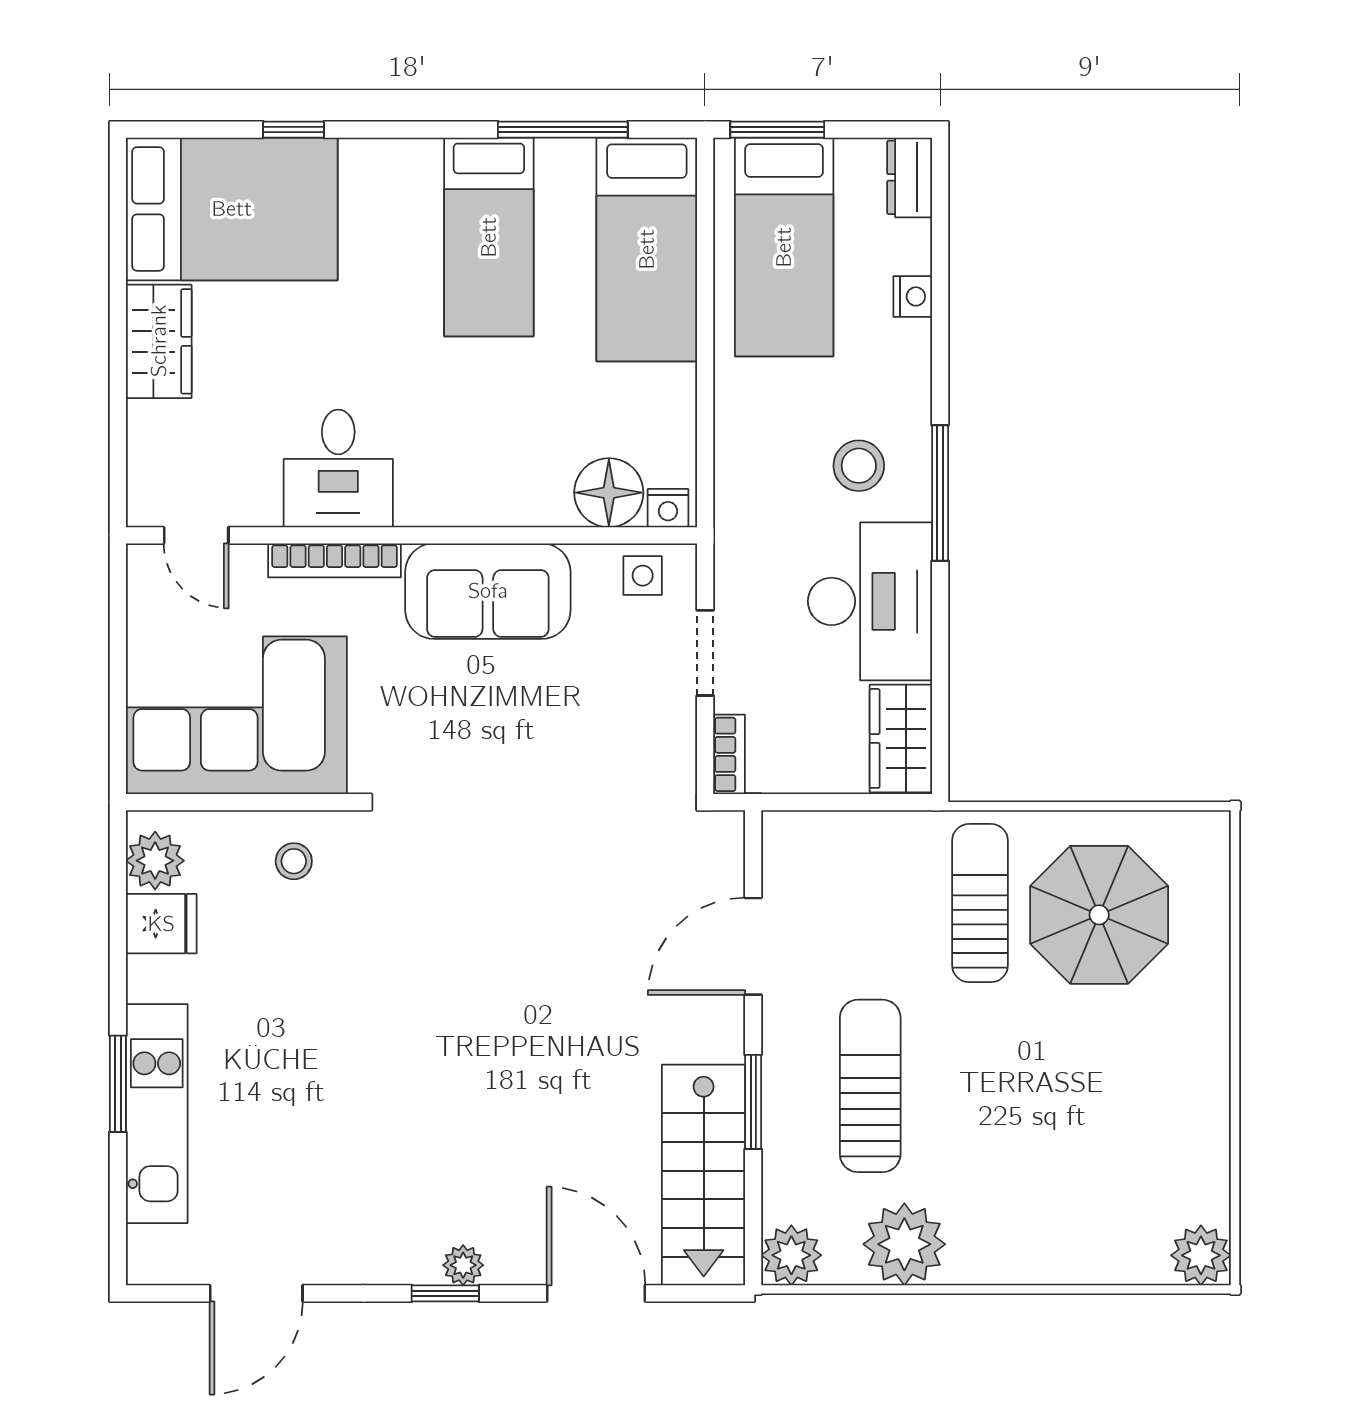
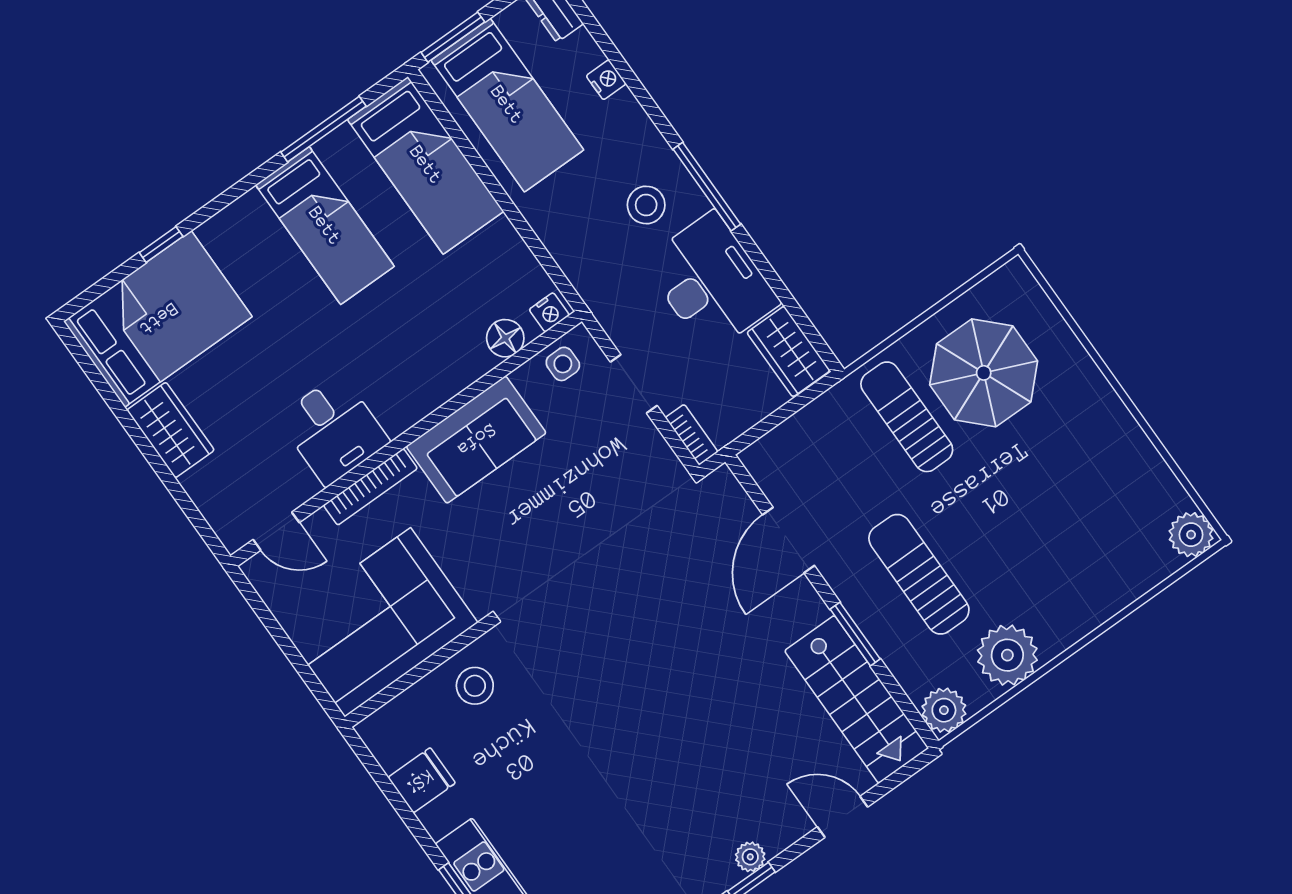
floor lamp: (609, 493) -> (505, 338), width x0.73, depth x0.73
plant: (155, 861) -> (391, 745), removed
stool: (294, 861) -> (475, 686), width x1.37, depth x1.37
door: (596, 1293) -> (842, 817), width x0.73

